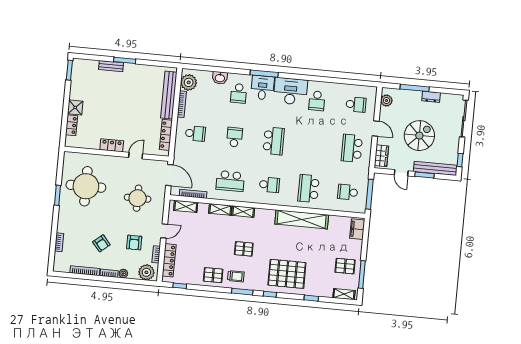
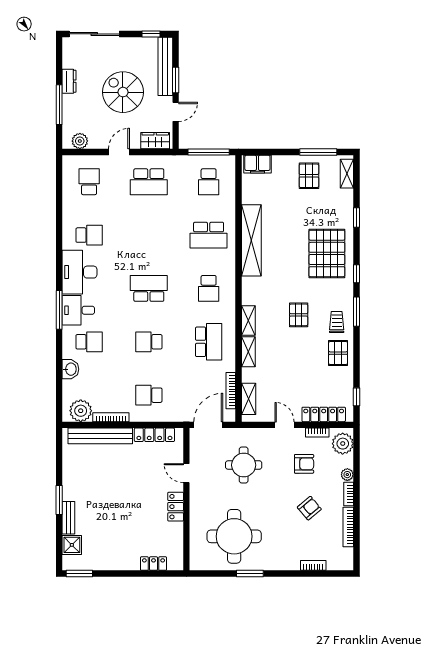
shower: (75, 107) -> (72, 545), moved
school desk: (195, 133) -> (149, 395), turned -90
school desk: (269, 185) -> (209, 288), turned 180

